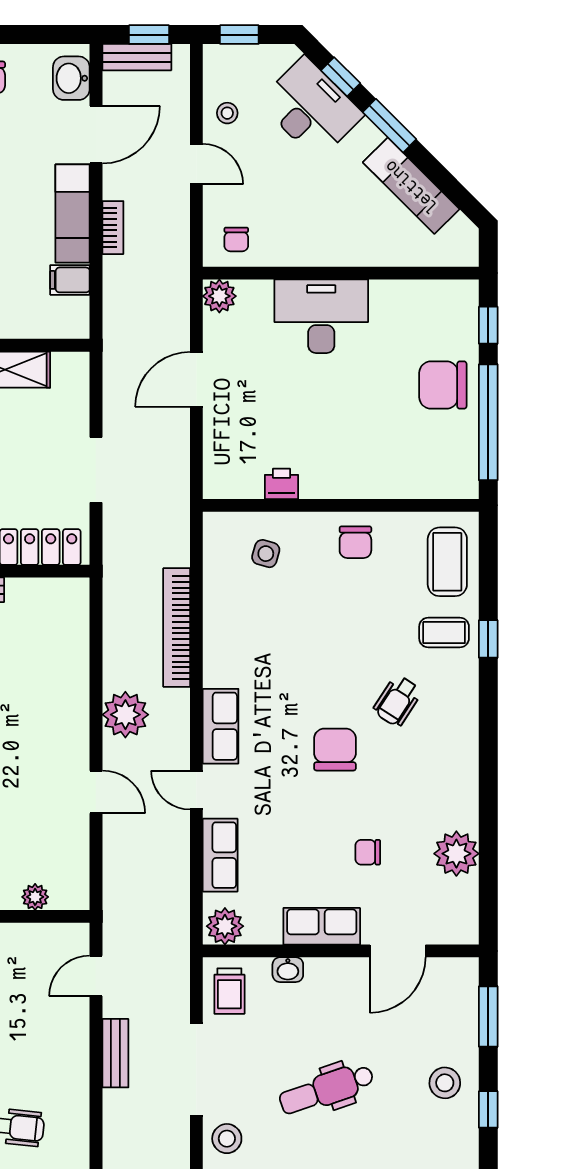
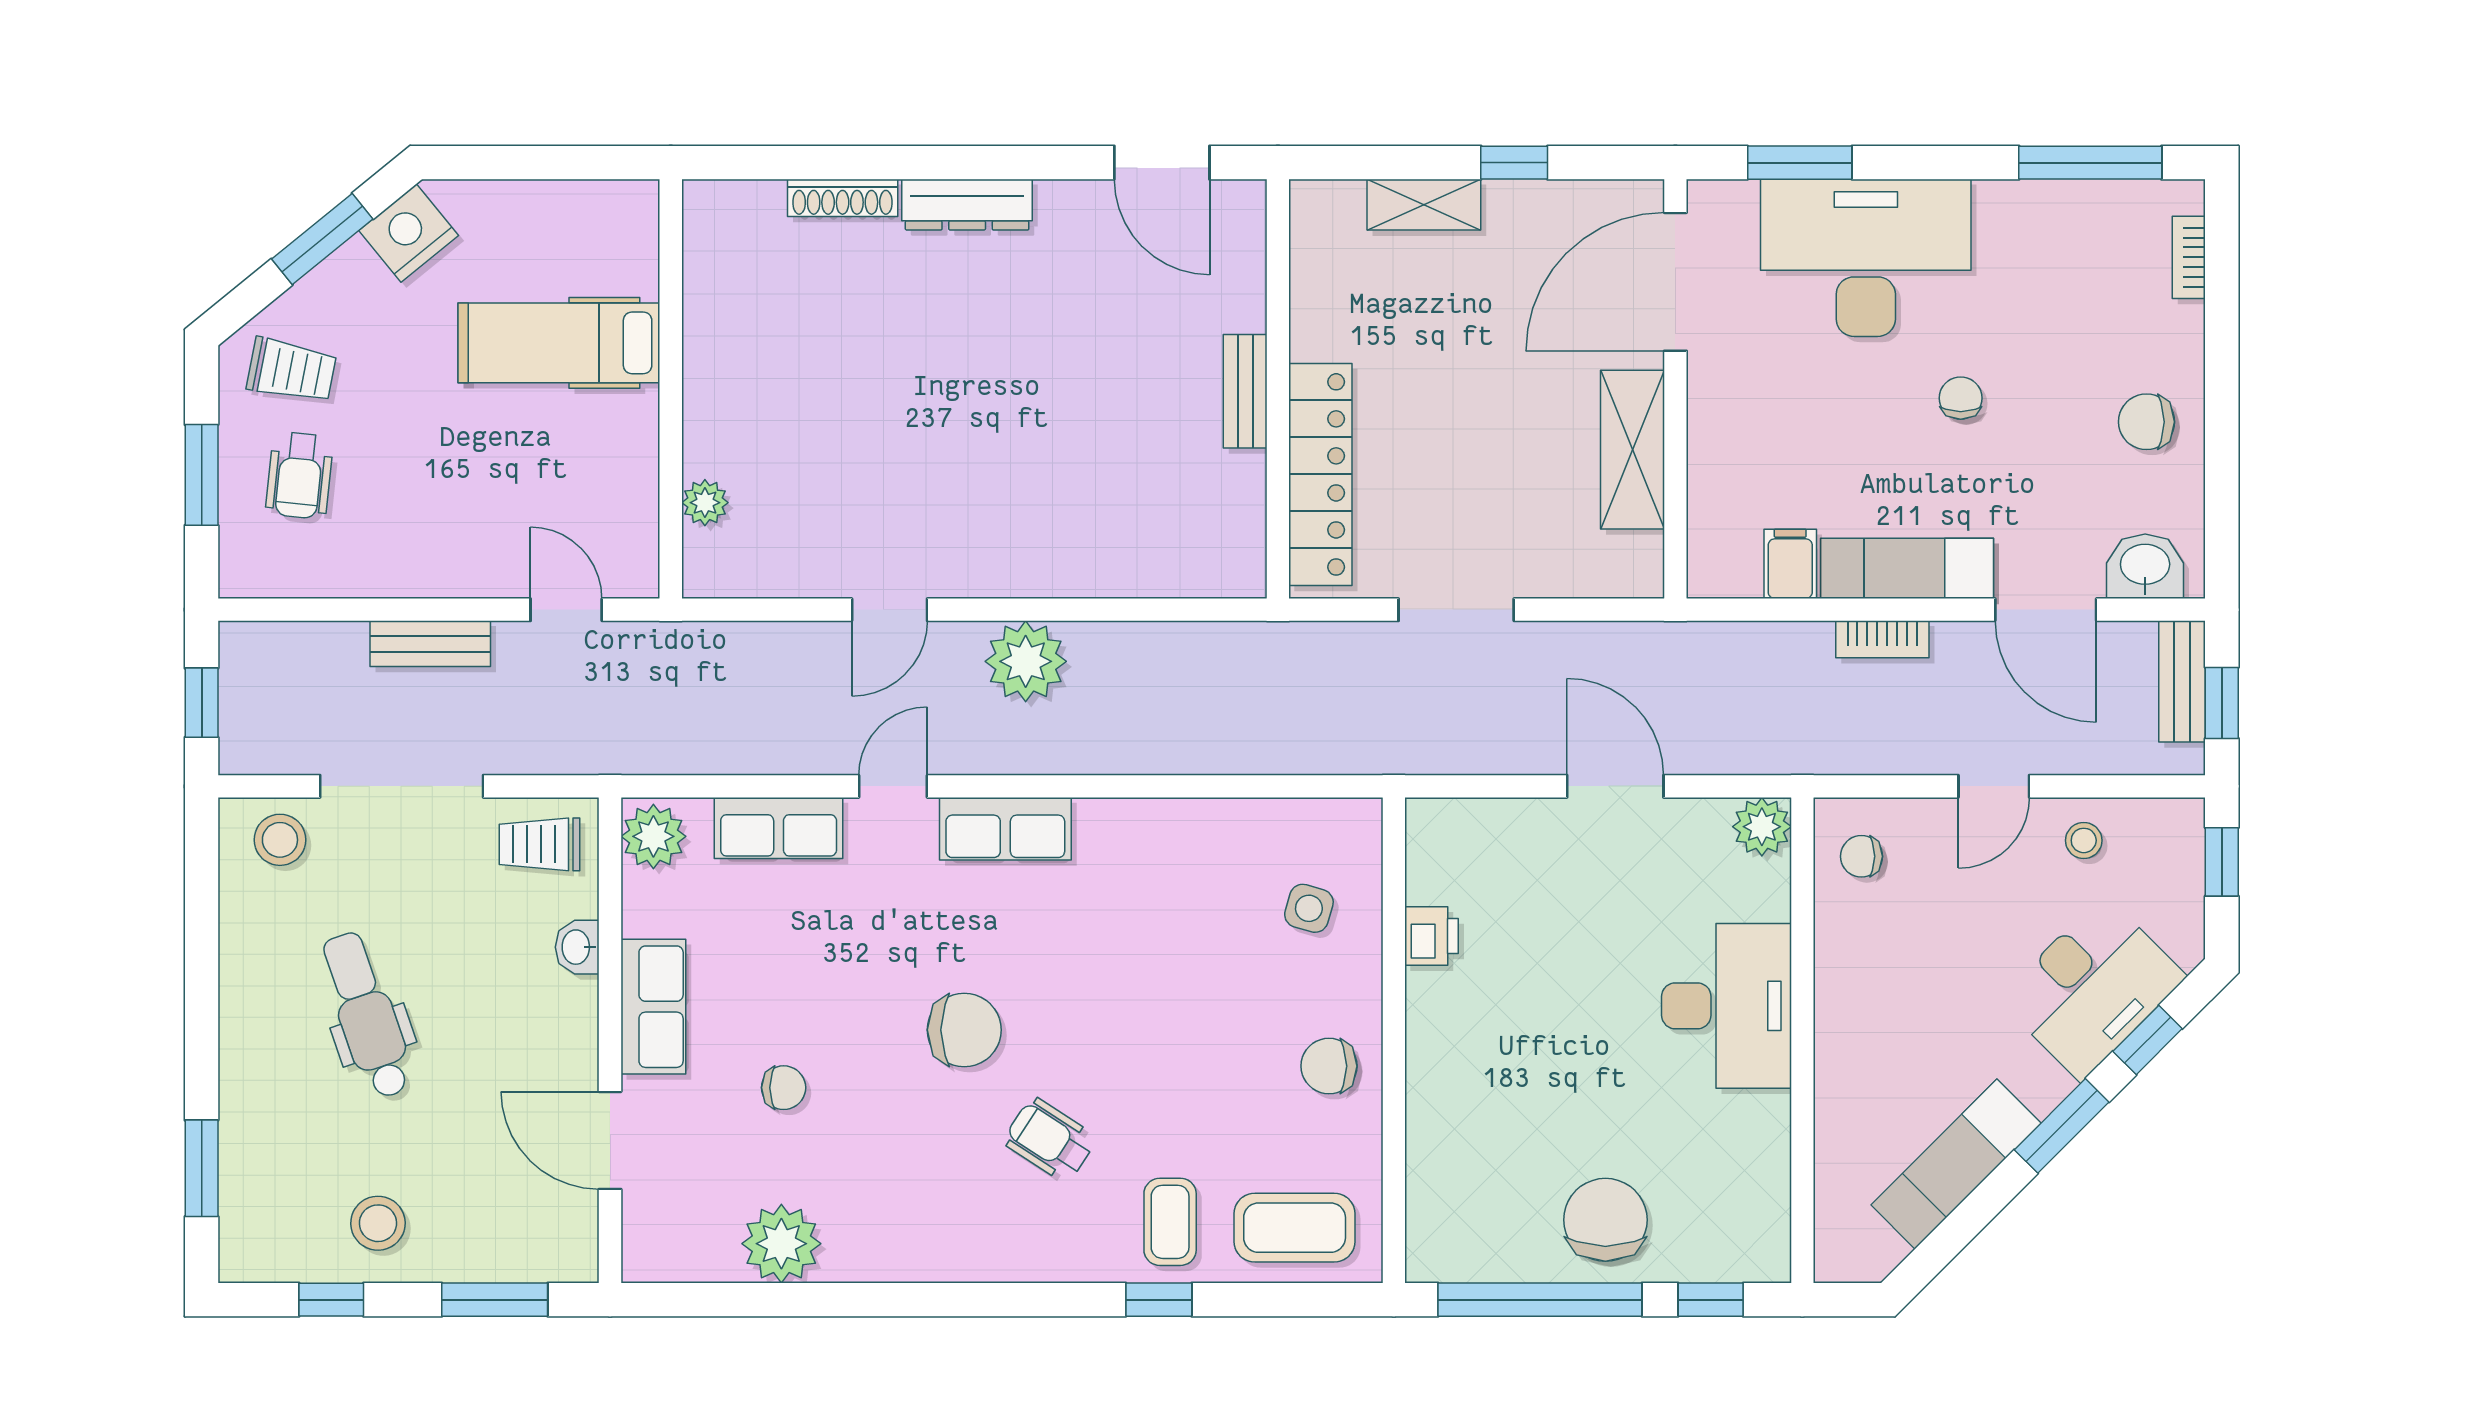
bookcase: (177, 628) -> (1179, 752), removed
chair: (368, 852) -> (784, 1088), turned 90

